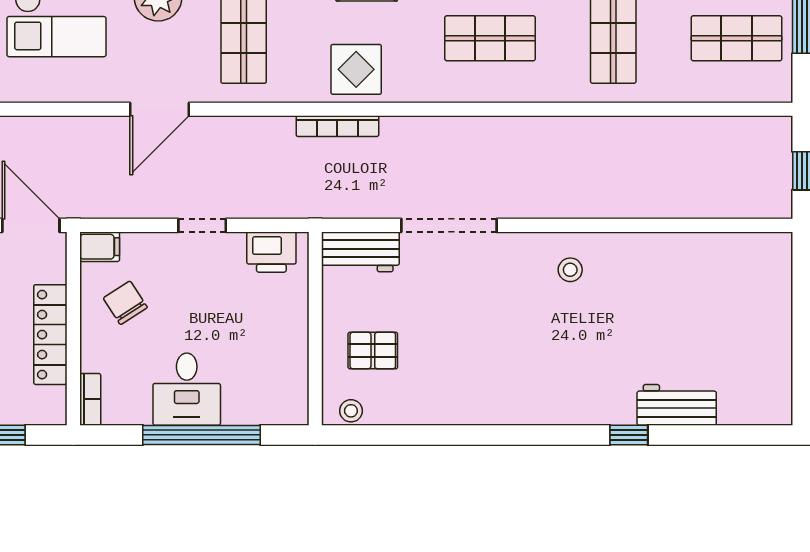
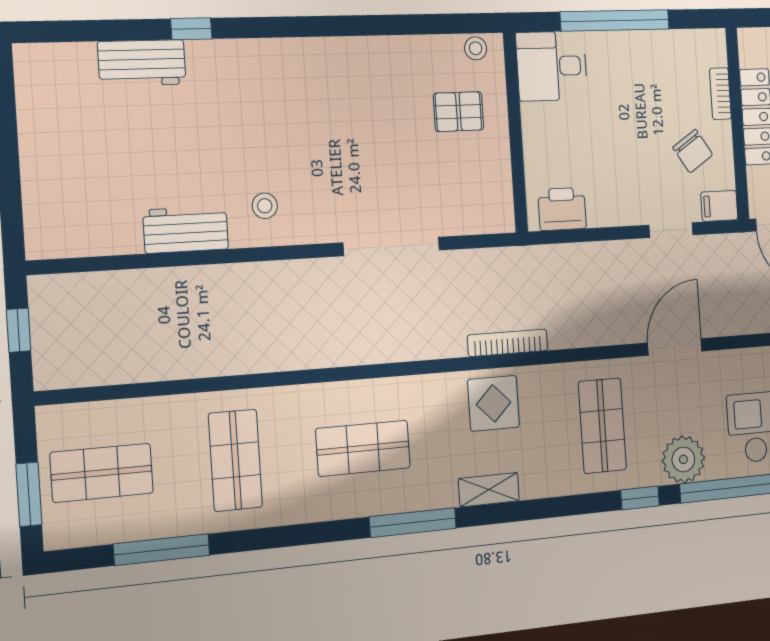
doorway: (202, 225) -> (671, 230), moved
workbench: (360, 252) -> (186, 230), moved
desk: (187, 389) -> (552, 66), moved, turned -90
bookcase: (90, 399) -> (720, 94), moved

